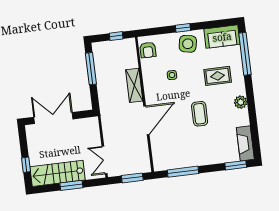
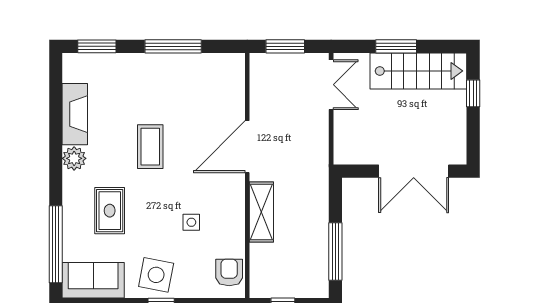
rug: (218, 76) -> (110, 211), turned 90
fireplace: (245, 143) -> (75, 114), moved
window: (183, 172) -> (173, 46), moved

